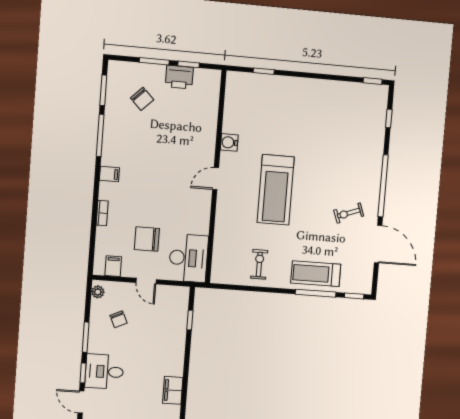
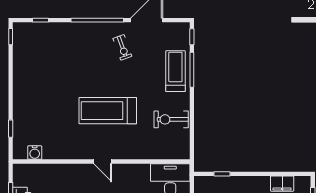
water cooler: (229, 142) -> (35, 153), moved
treadmill: (276, 190) -> (108, 111), turned 180
exercise bike: (259, 264) -> (171, 119), width x1.38, depth x1.39
treadmill: (316, 274) -> (175, 71), turned 180

